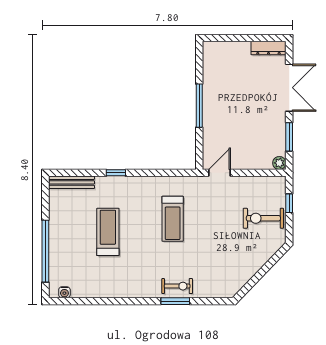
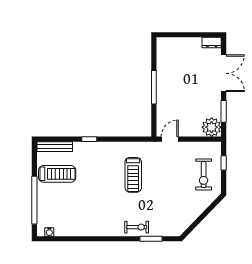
dresser: (268, 48) -> (212, 43), width x0.70
plant: (279, 163) -> (212, 127), width x1.87, depth x1.87
exercise bike: (263, 218) -> (204, 174), turned -90
treadmill: (108, 232) -> (57, 174), moved, turned 90
window: (175, 301) -> (151, 239), moved

